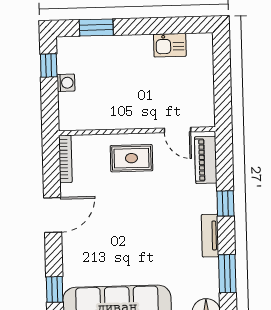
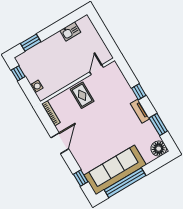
washing machine: (66, 83) -> (37, 86), moved
door: (177, 130) -> (96, 70), swing flipped
rug: (131, 158) -> (82, 95), turned 90
piano: (206, 160) -> (118, 76), removed

